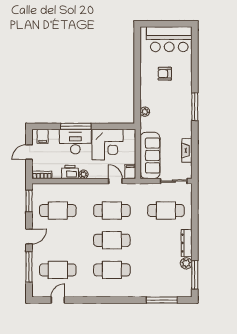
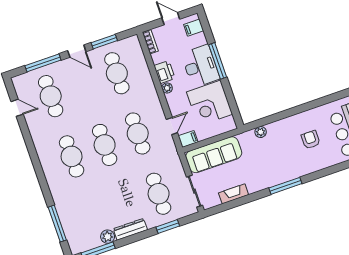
window: (29, 201) -> (104, 42), moved
window: (195, 212) -> (168, 227), added

